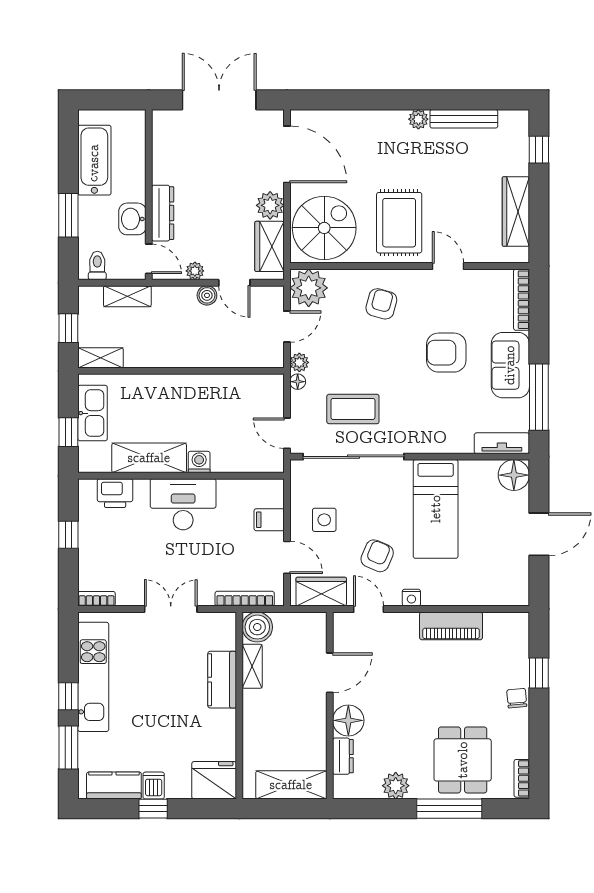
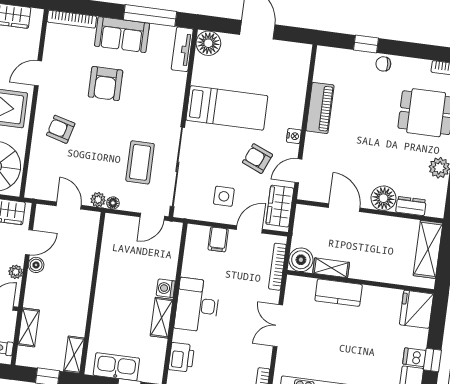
plant: (309, 288) -> (41, 185), removed
shelving: (149, 458) -> (162, 318), width x0.67, depth x0.75

